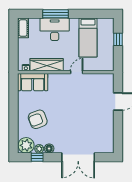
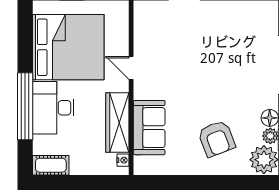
window: (56, 14) -> (25, 106), width x1.46
bed: (88, 38) -> (68, 47), width x2.04
sofa: (33, 82) -> (149, 128), moved

